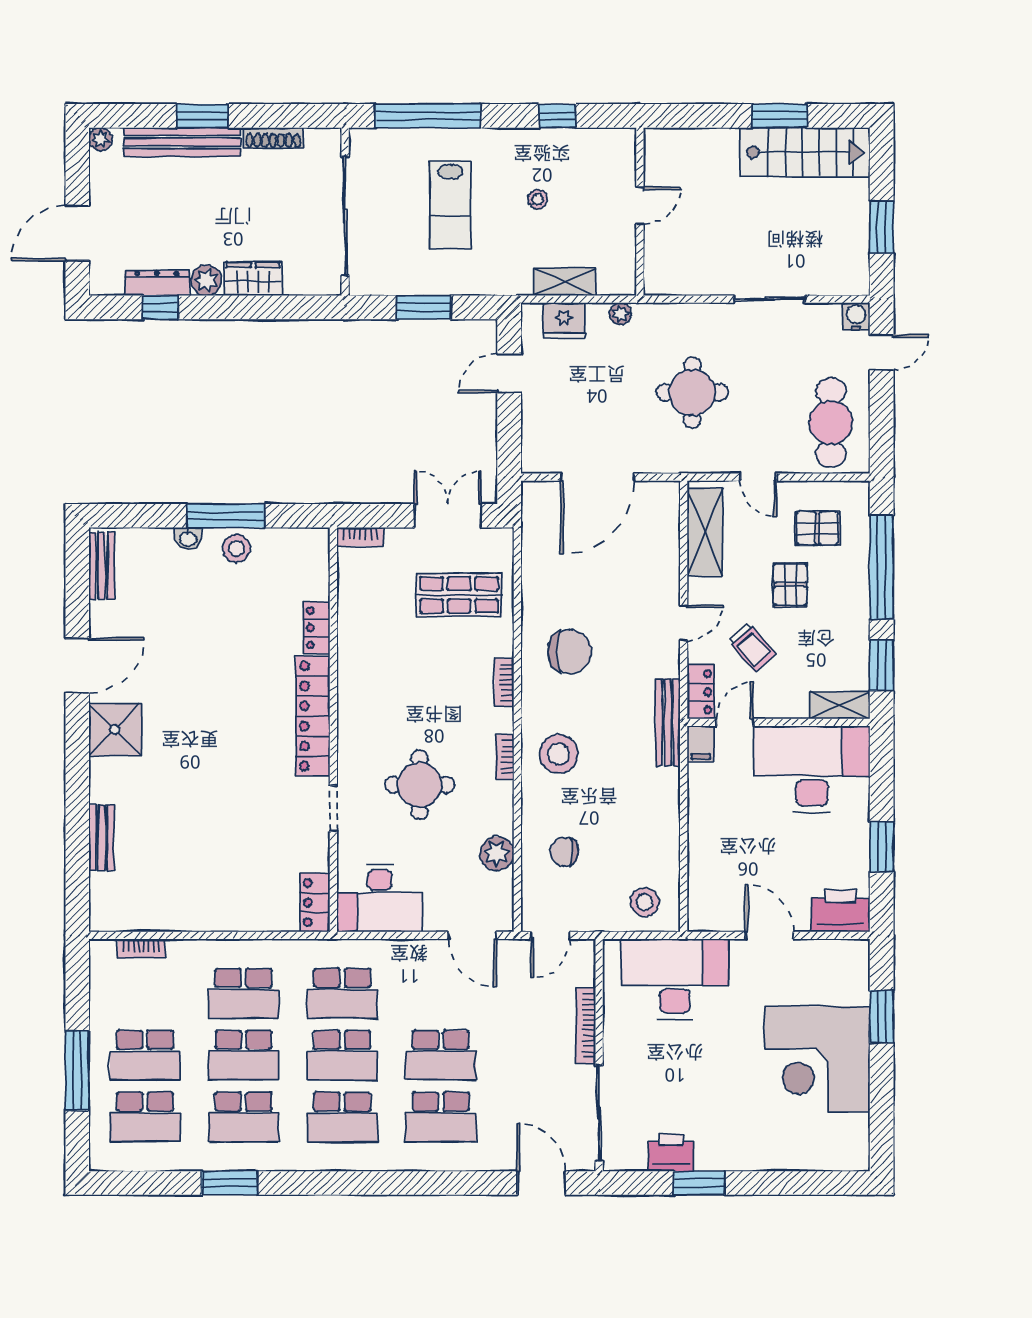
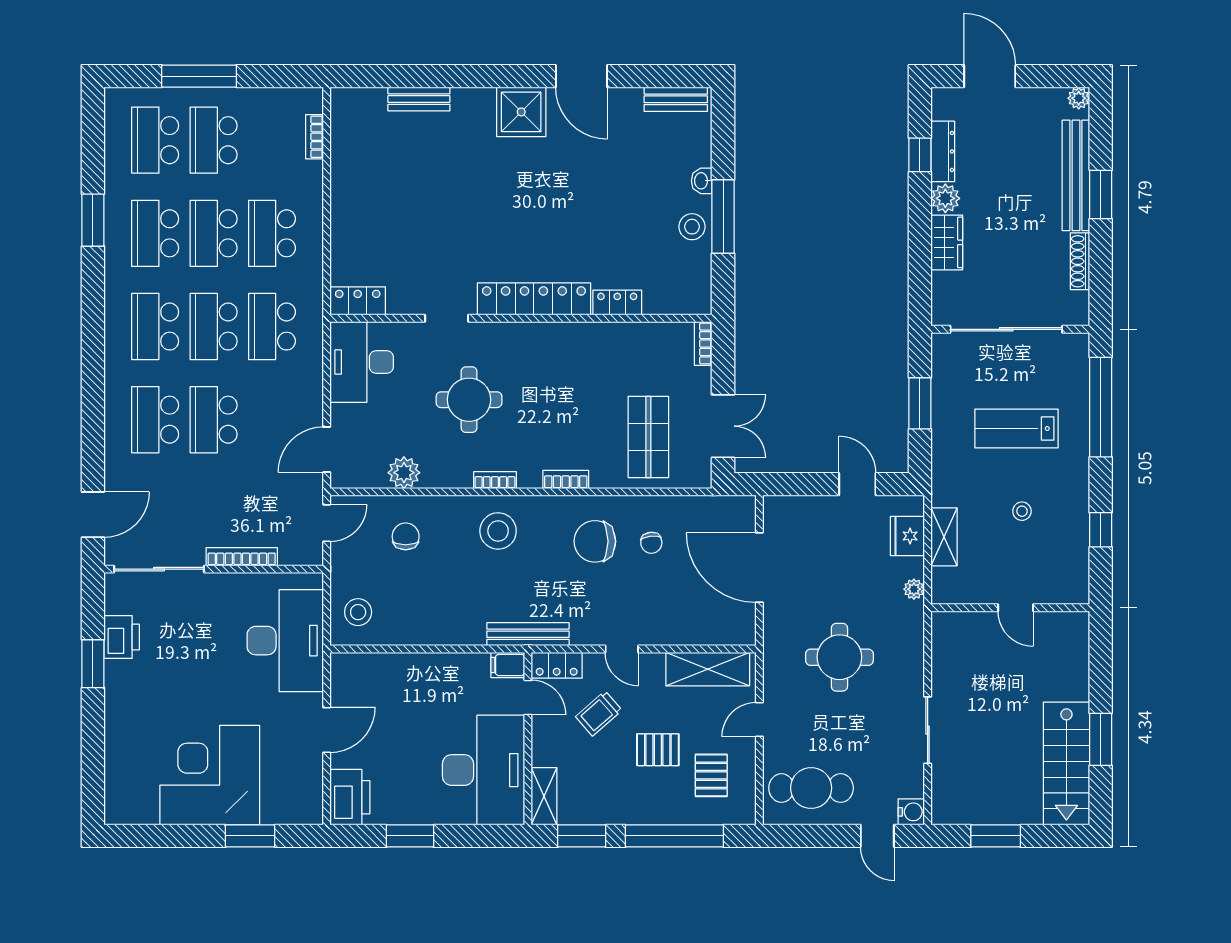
chair: (571, 592) -> (651, 543), added
chair: (570, 651) -> (595, 541), turned 90
door: (550, 935) -> (327, 523), swing flipped

